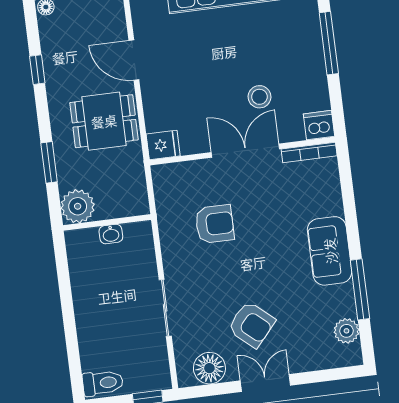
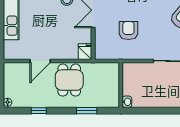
plant: (78, 206) -> (111, 99), removed
washbasin: (111, 234) -> (127, 102), moved

